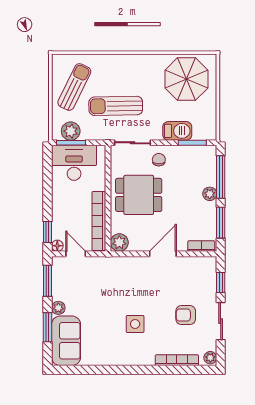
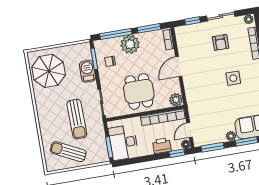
plant: (71, 131) -> (101, 149), removed
chair: (159, 160) -> (110, 61), moved
plant: (210, 194) -> (130, 44), width x1.88, depth x1.88
printer: (61, 213) -> (162, 146), added
door: (163, 254) -> (179, 67), hinge flipped

